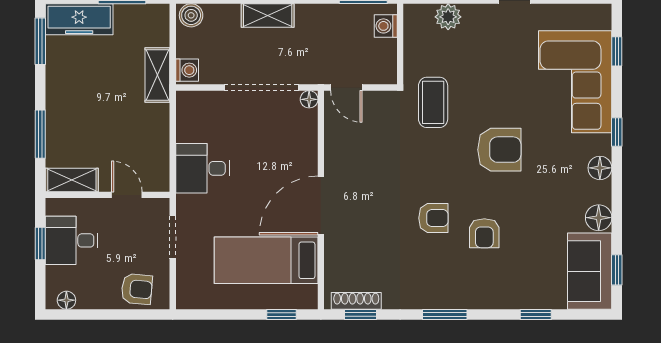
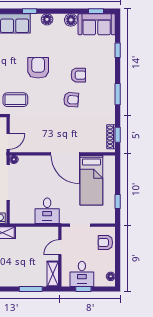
armchair: (433, 218) -> (71, 100), turned 94
armchair: (137, 289) -> (105, 243), turned -95
window: (281, 314) -> (118, 201), moved

